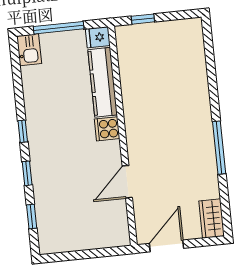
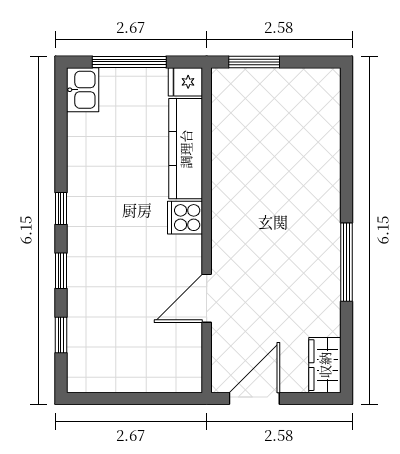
window: (143, 19) -> (254, 62), width x1.50

